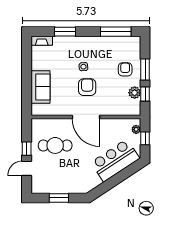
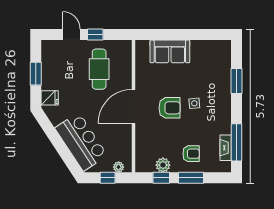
fireplace: (42, 41) -> (226, 148), moved
fridge: (79, 186) -> (50, 98), added

